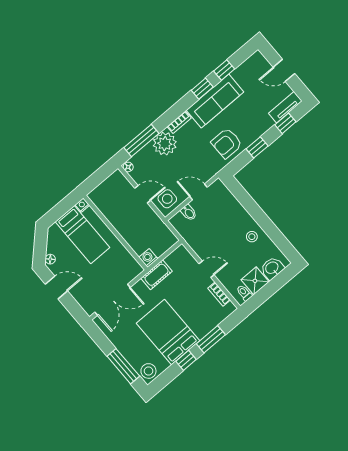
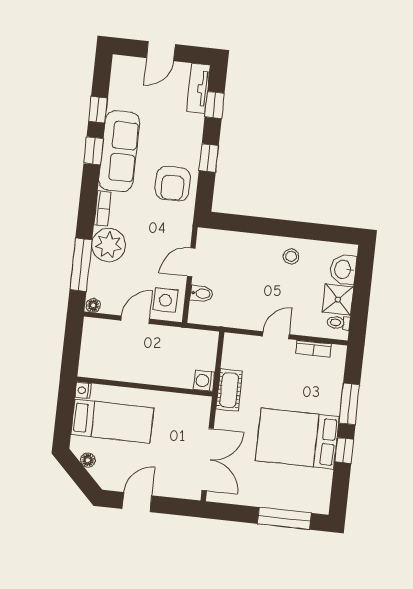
floor lamp: (50, 259) -> (88, 460), moved
stool: (148, 371) -> (315, 499), removed

